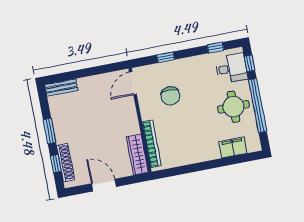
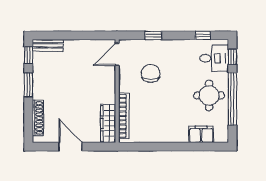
chair: (170, 96) -> (151, 73), turned 180
window: (56, 164) -> (28, 55), moved

